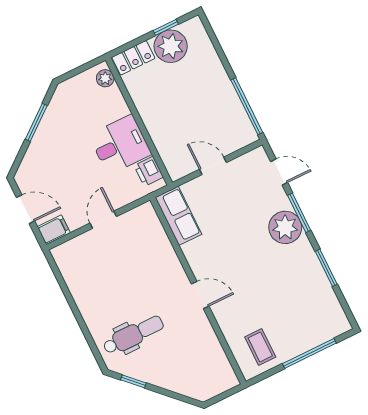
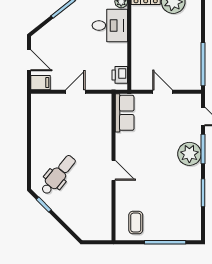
desk: (120, 145) -> (110, 25), moved
dental chair: (133, 335) -> (58, 175), turned -51

